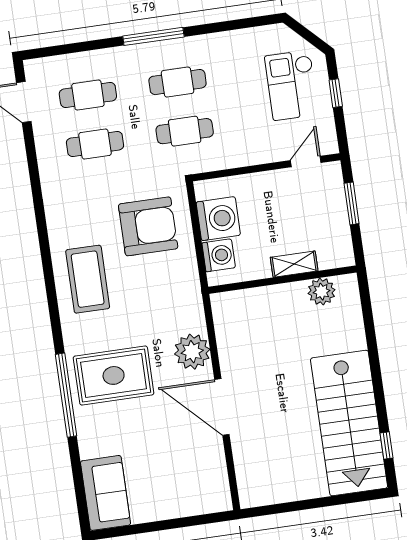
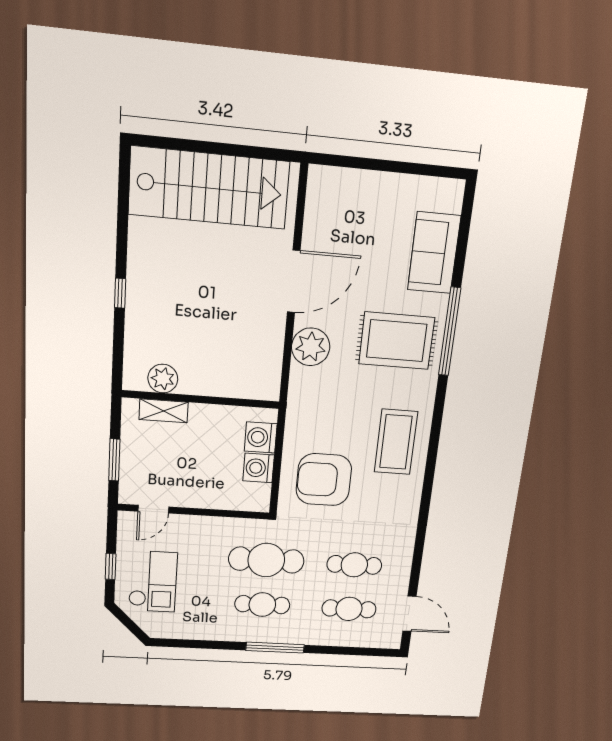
cafe table: (185, 131) -> (266, 560), width x1.37, depth x1.35
washing machine: (218, 219) -> (259, 468), width x0.73, depth x0.73
shelving: (294, 264) -> (163, 411), moved
door: (222, 407) -> (294, 281), hinge flipped
stairs: (349, 423) -> (209, 188), moved, turned 90
window: (386, 445) -> (120, 293), moved
sofa: (106, 493) -> (434, 253), moved

